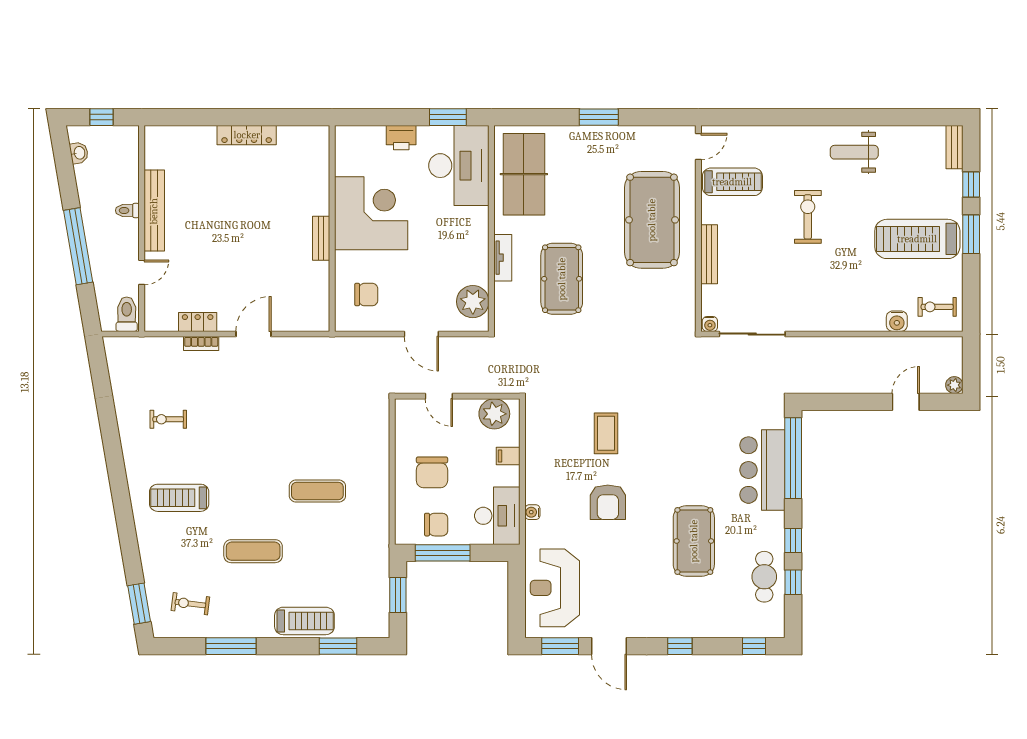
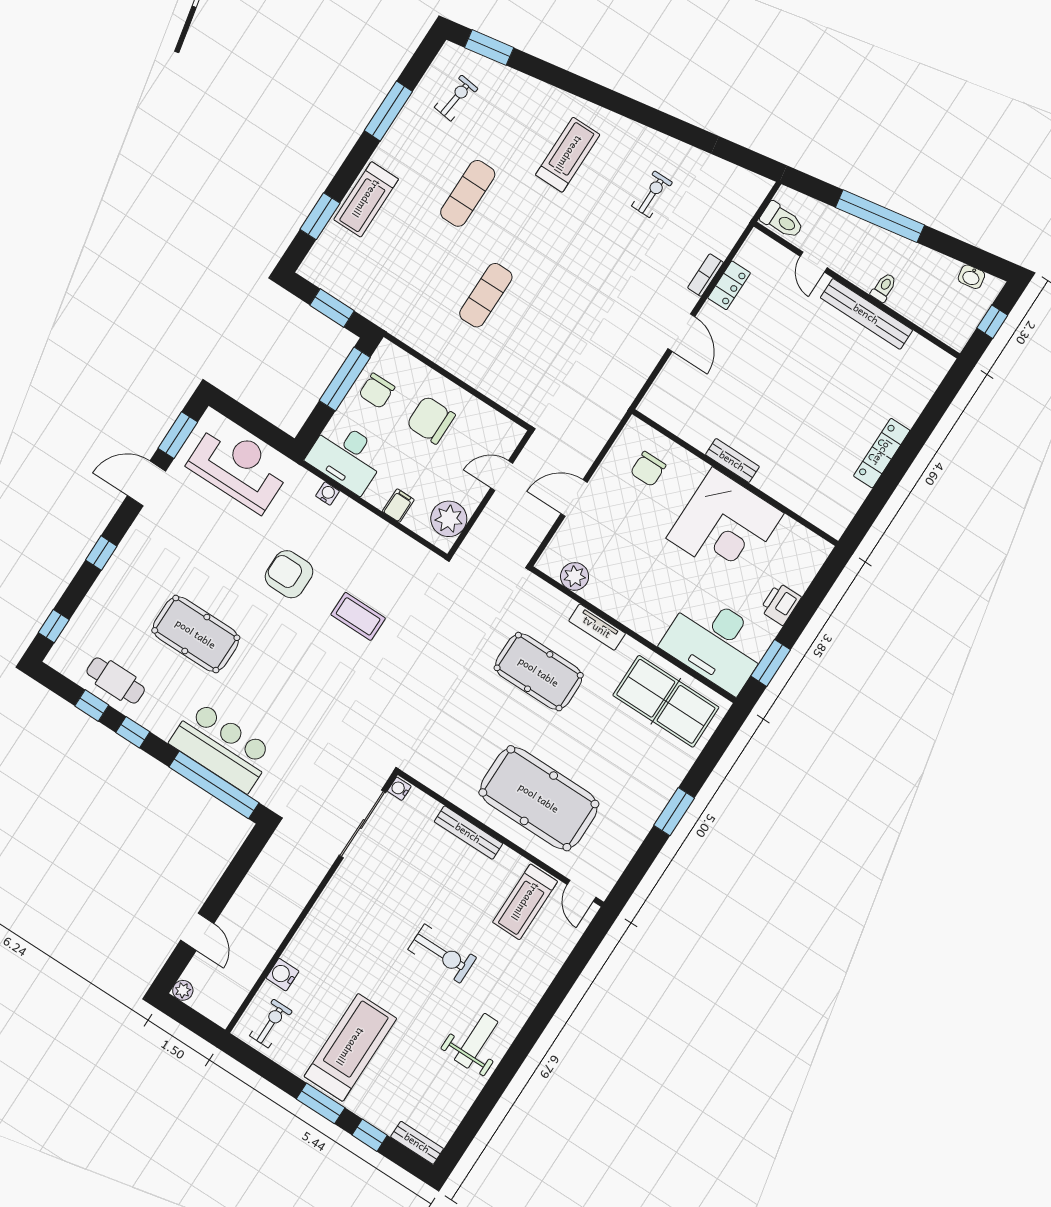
plant: (473, 302) -> (575, 576), width x0.73, depth x0.73

